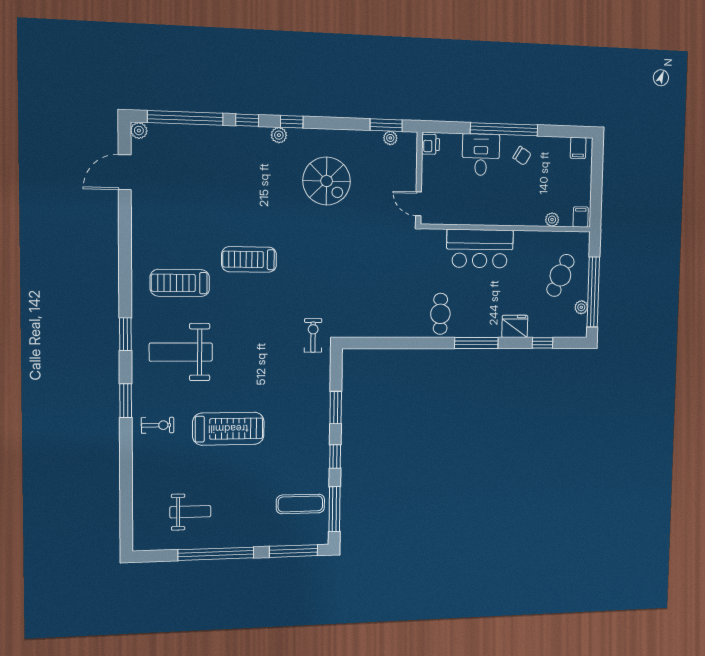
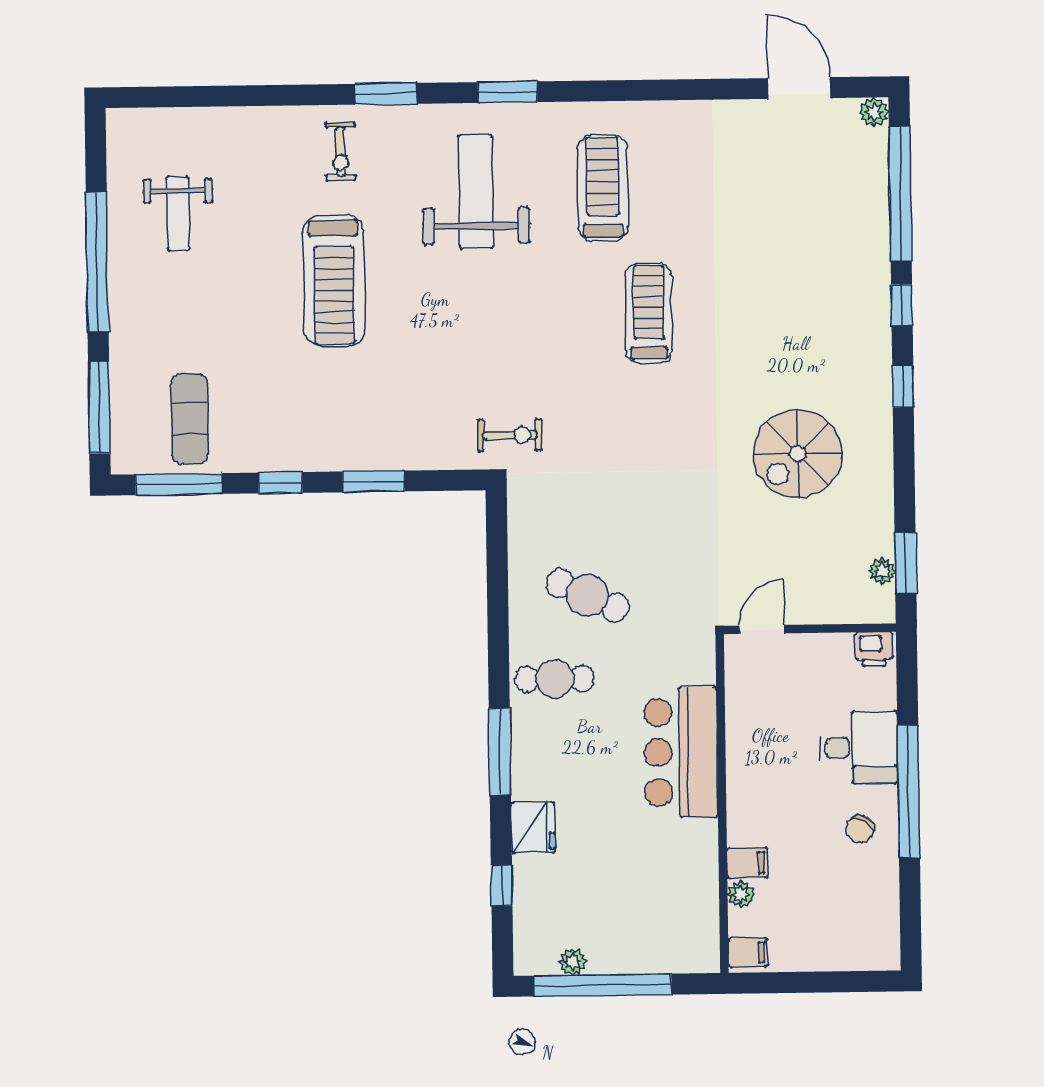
plant: (279, 135) -> (878, 363), removed
filing cabinet: (578, 148) -> (747, 863), moved, turned 180
cafe table: (560, 275) -> (588, 596), moved

